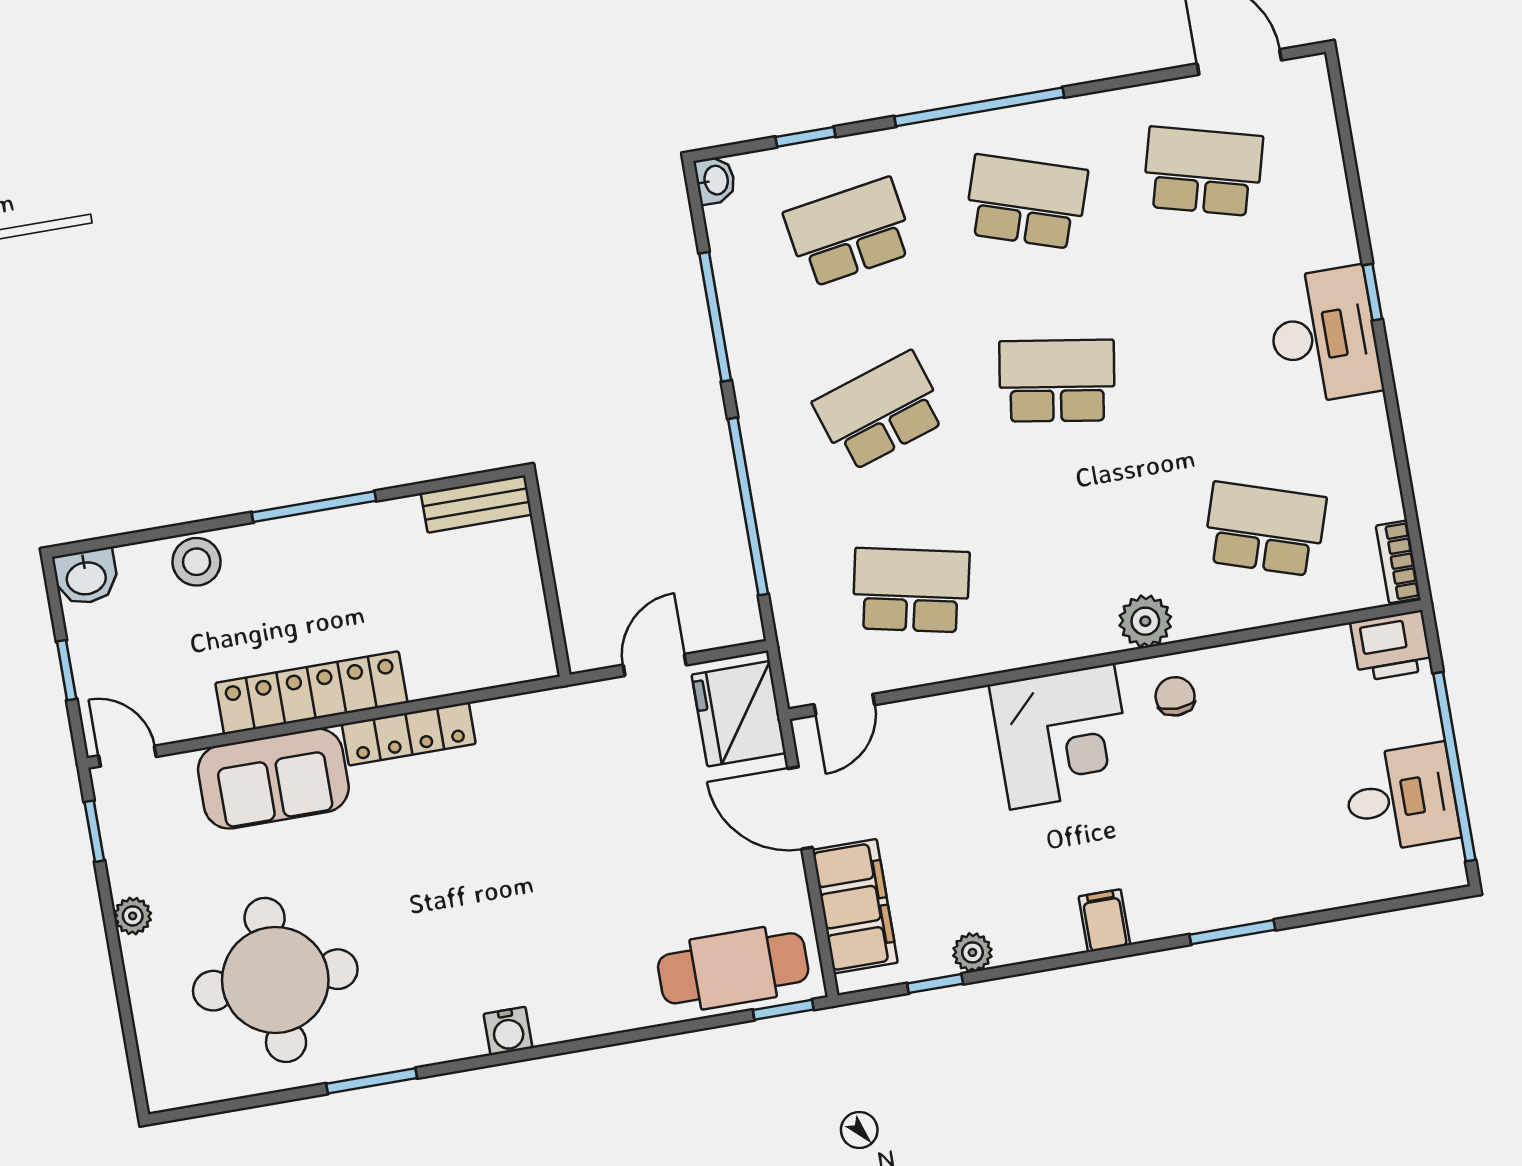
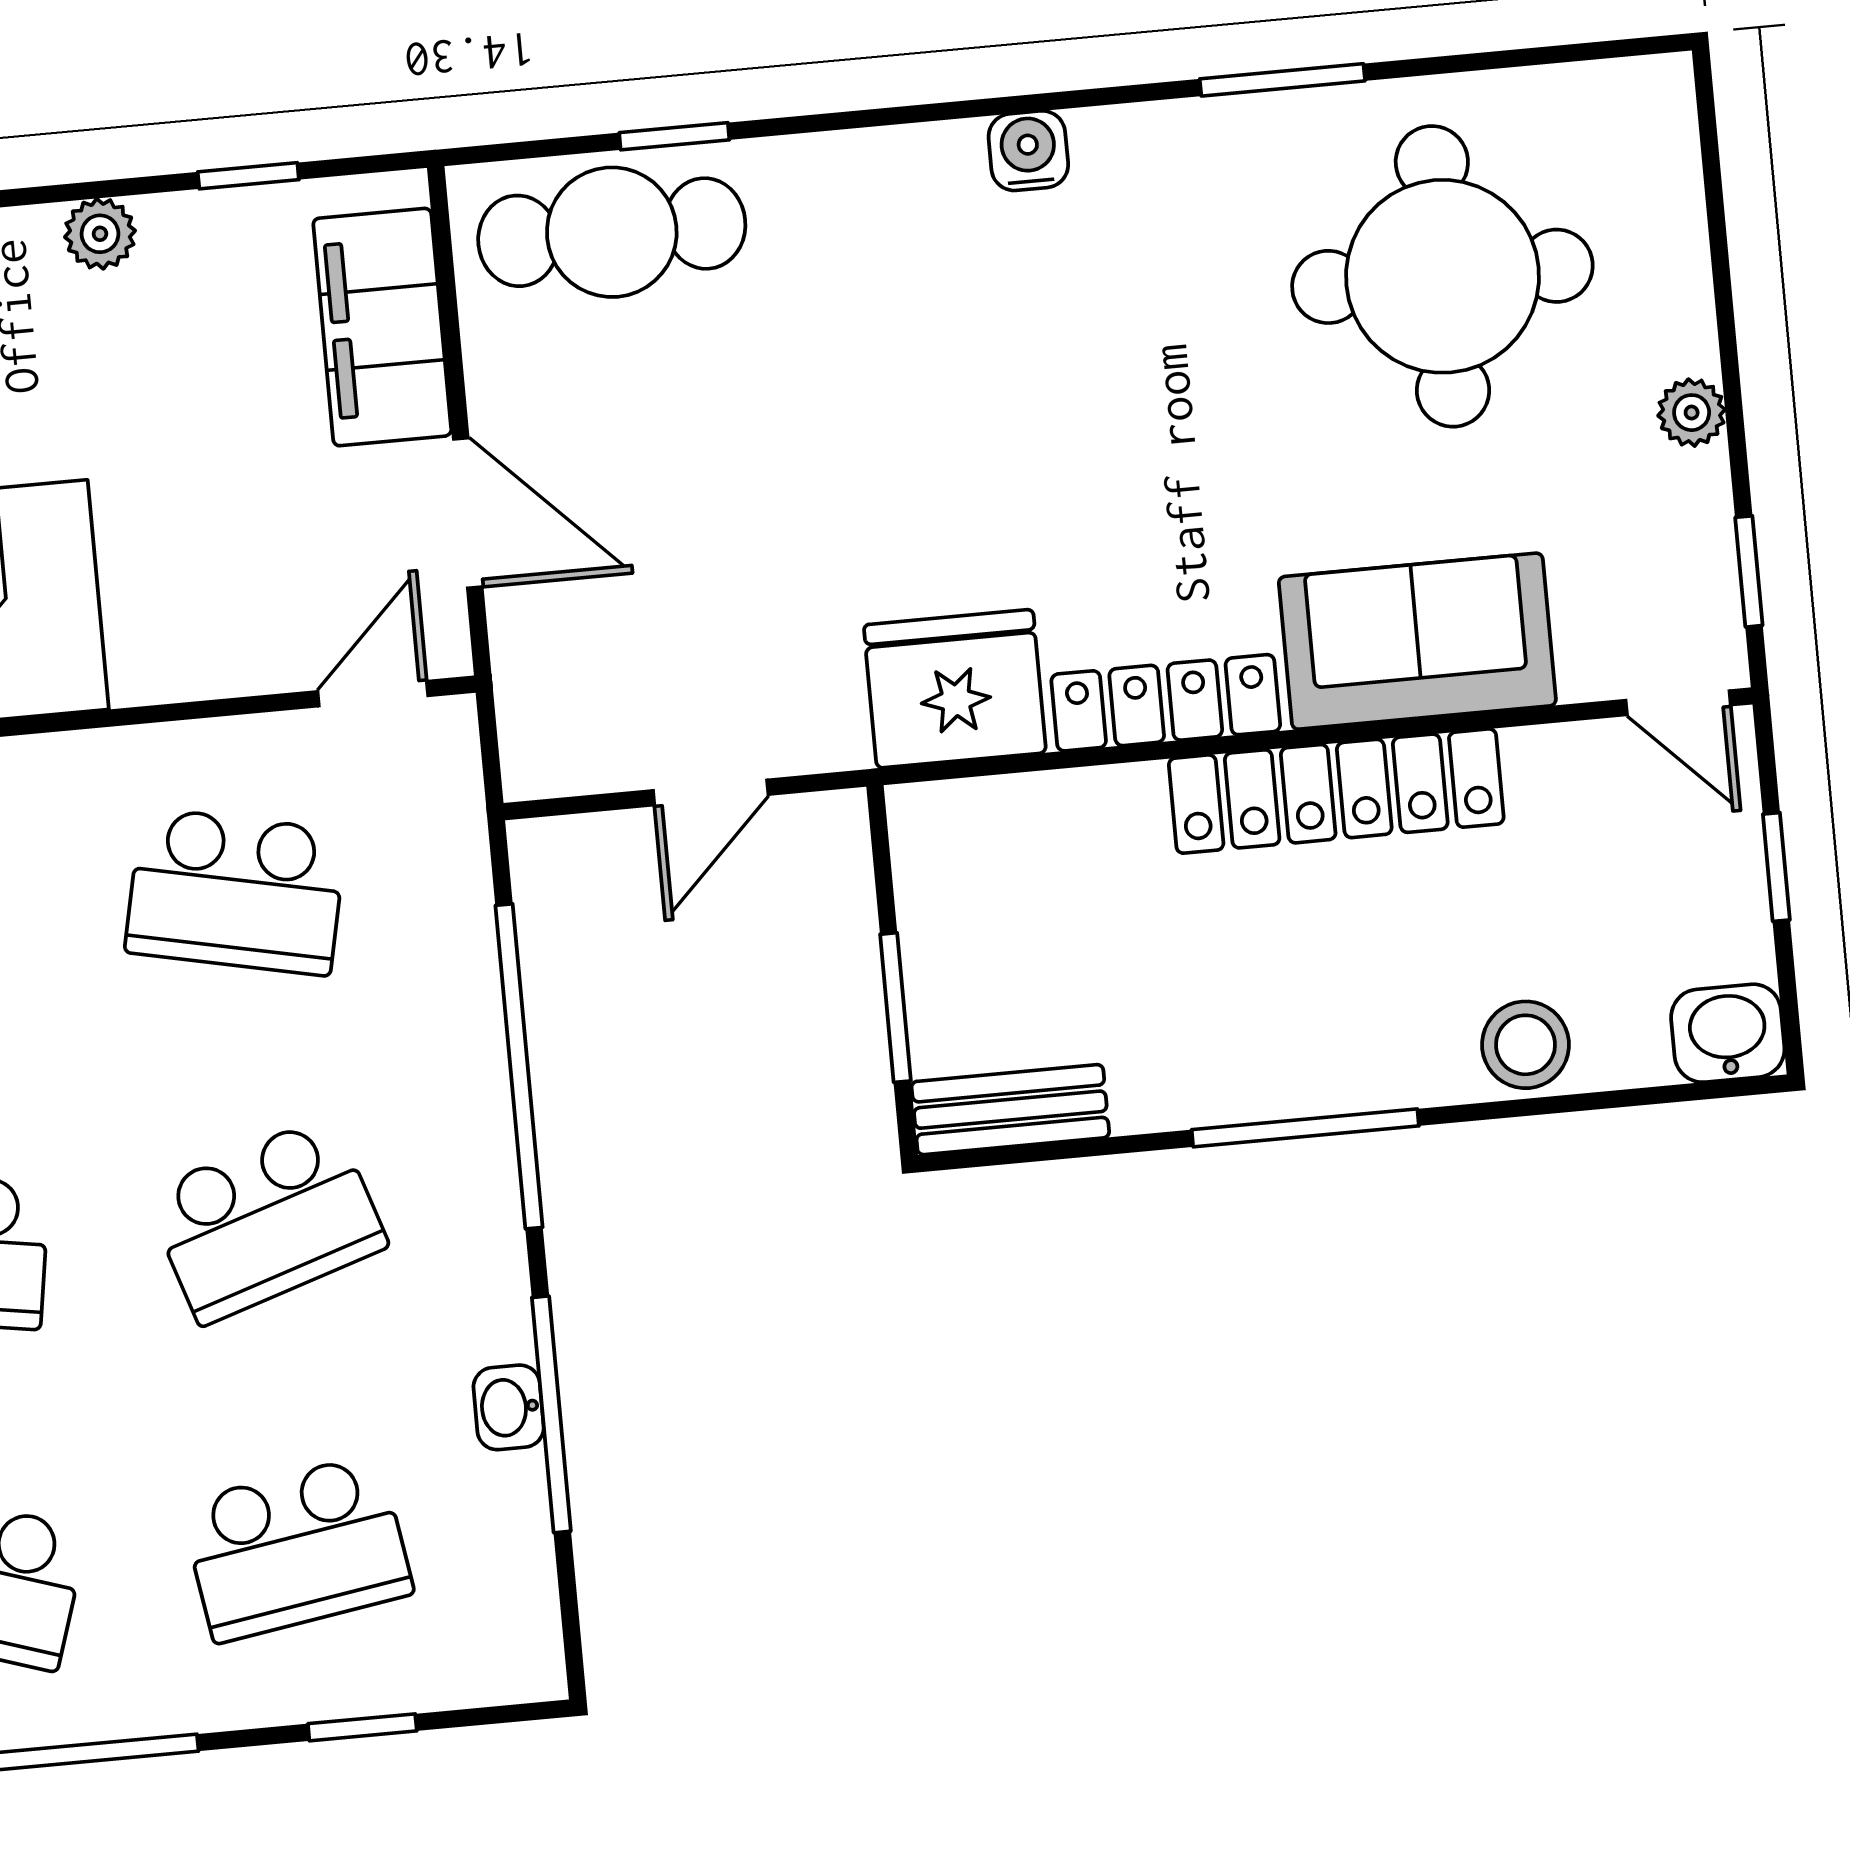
washbasin: (715, 180) -> (509, 1407), moved
window: (544, 555) -> (895, 1008), added
fridge: (739, 714) -> (955, 689), moved, turned -90
plant: (972, 952) -> (100, 234), moved
window: (783, 1010) -> (674, 136), moved

